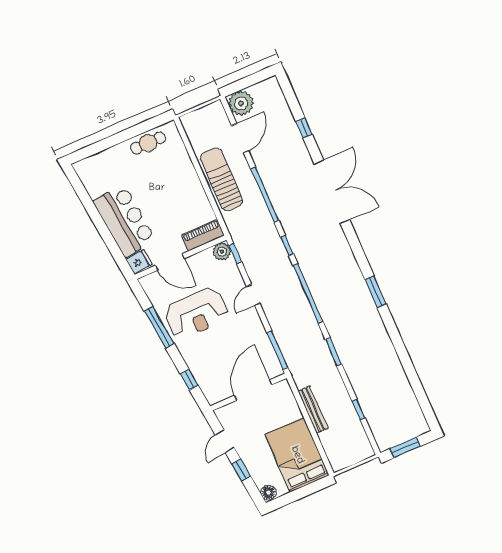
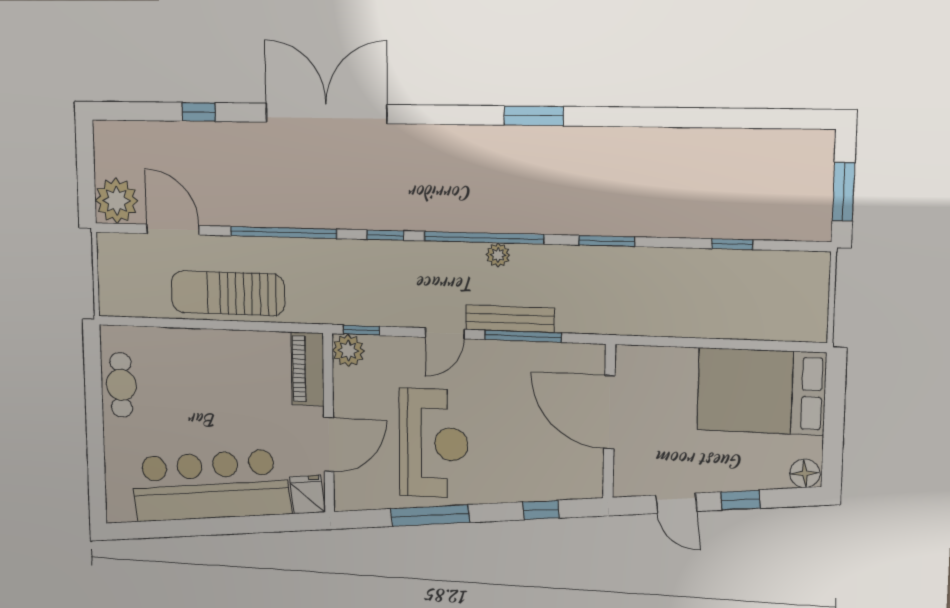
bar counter: (124, 221) -> (210, 486), width x1.36
door: (253, 295) -> (445, 333), hinge flipped
plant: (303, 304) -> (498, 255), added
window: (277, 350) -> (523, 336), moved
bench: (313, 410) -> (510, 319), moved

